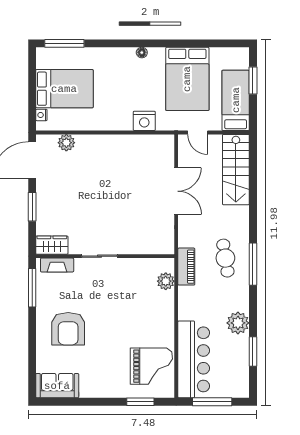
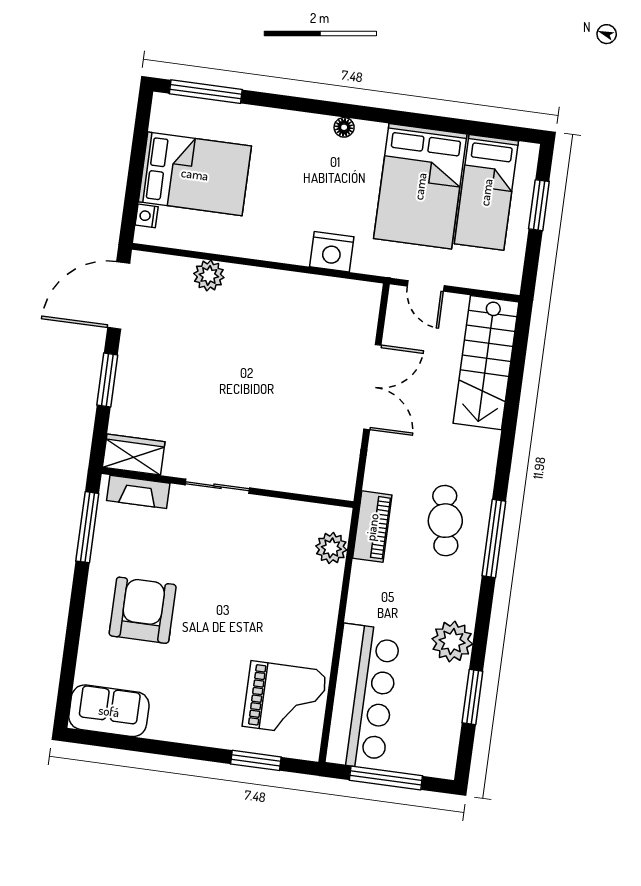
bed: (236, 100) -> (486, 192), moved, turned 180
plant: (66, 143) -> (209, 275), moved
armchair: (68, 329) -> (143, 610), turned 180

